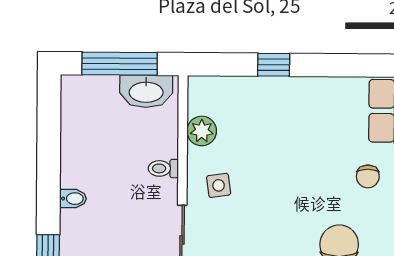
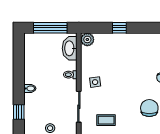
washbasin: (146, 91) -> (70, 48), moved, turned 90
plant: (202, 131) -> (87, 39), moved

